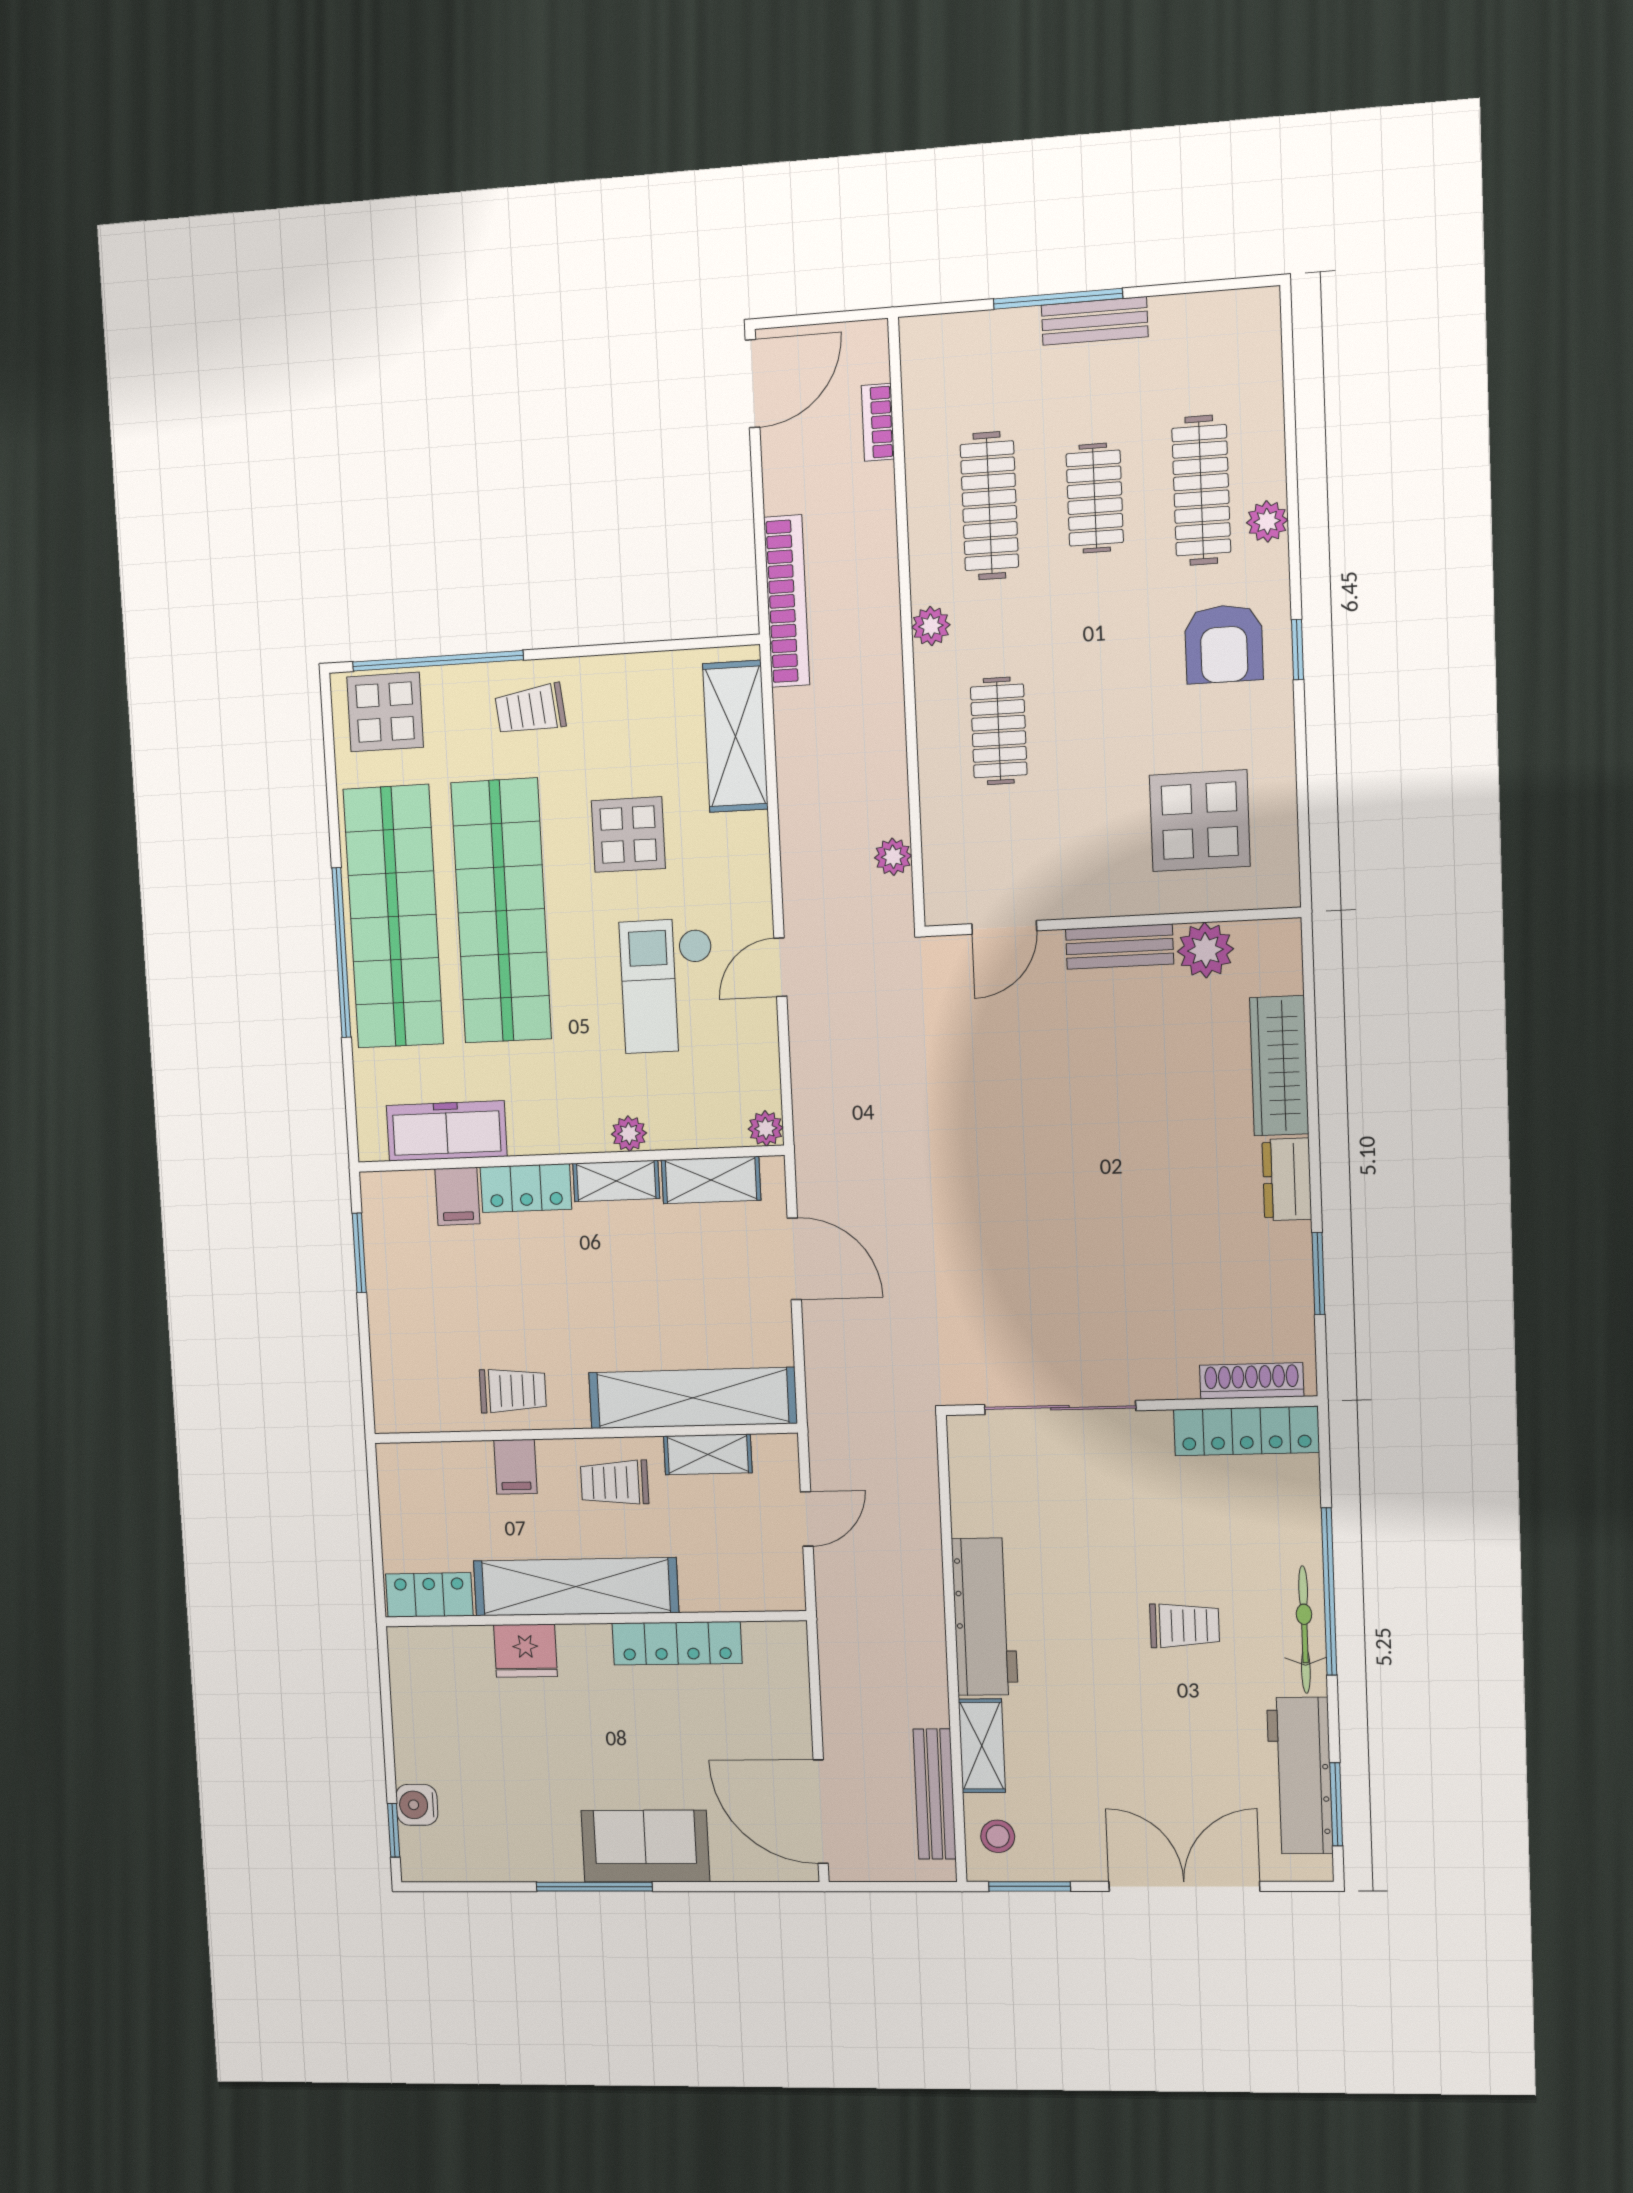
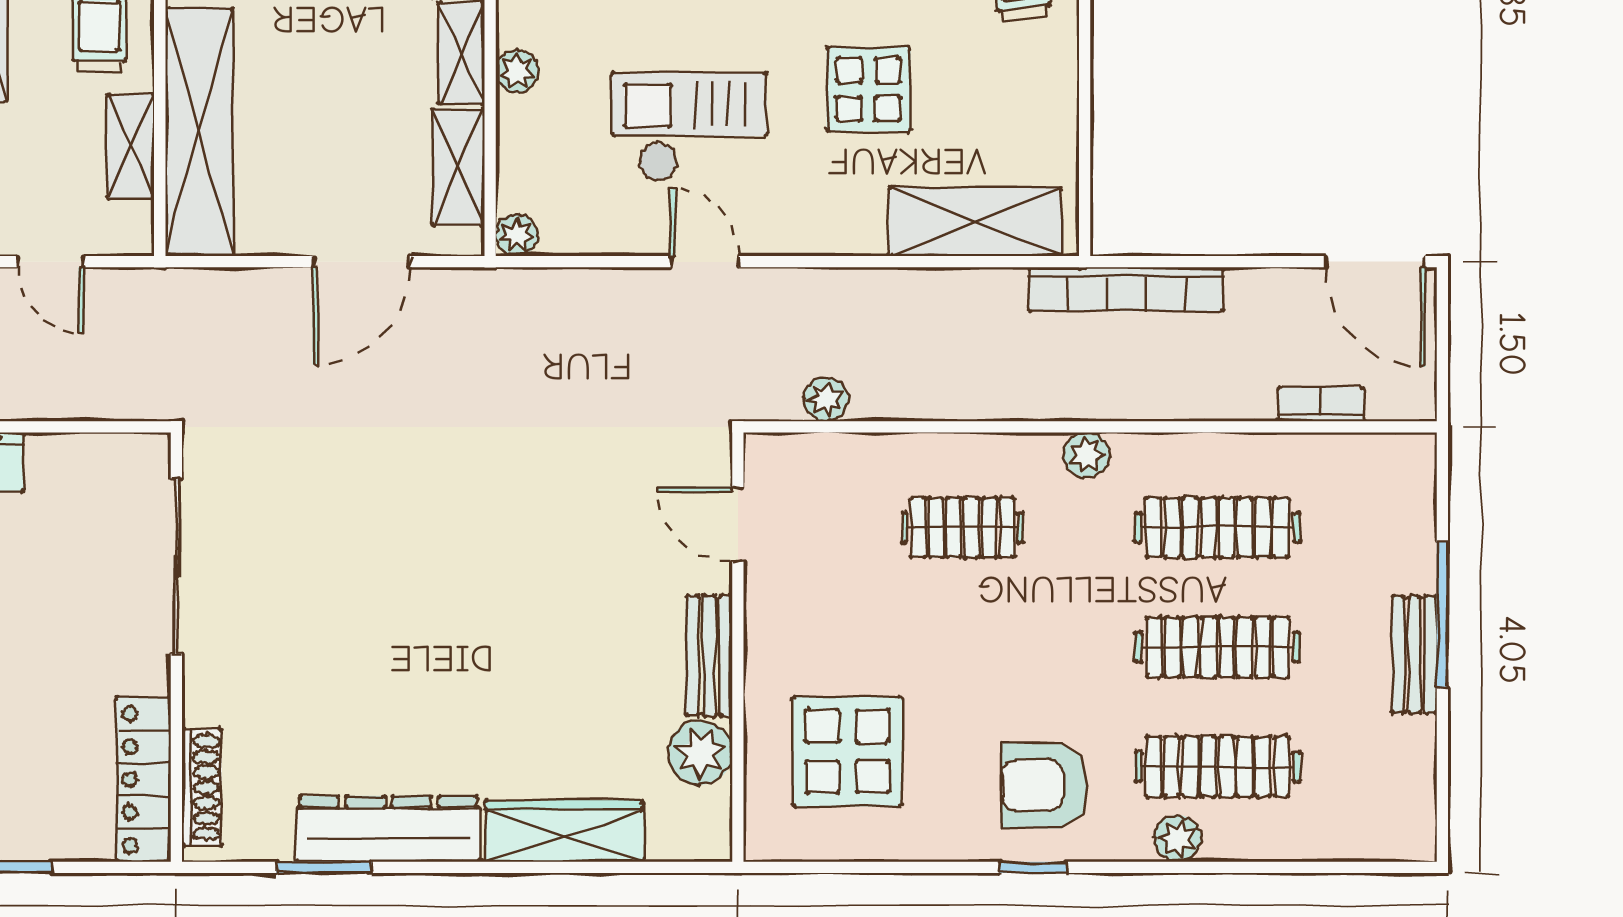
clothes rail: (1095, 498) -> (1218, 647), width x1.36
dresser: (1287, 1179) -> (388, 829), width x1.96, depth x1.24

